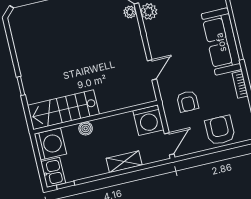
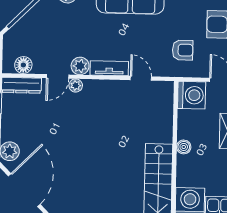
tv unit: (154, 39) -> (109, 68), added
boiler: (86, 128) -> (184, 147), moved

